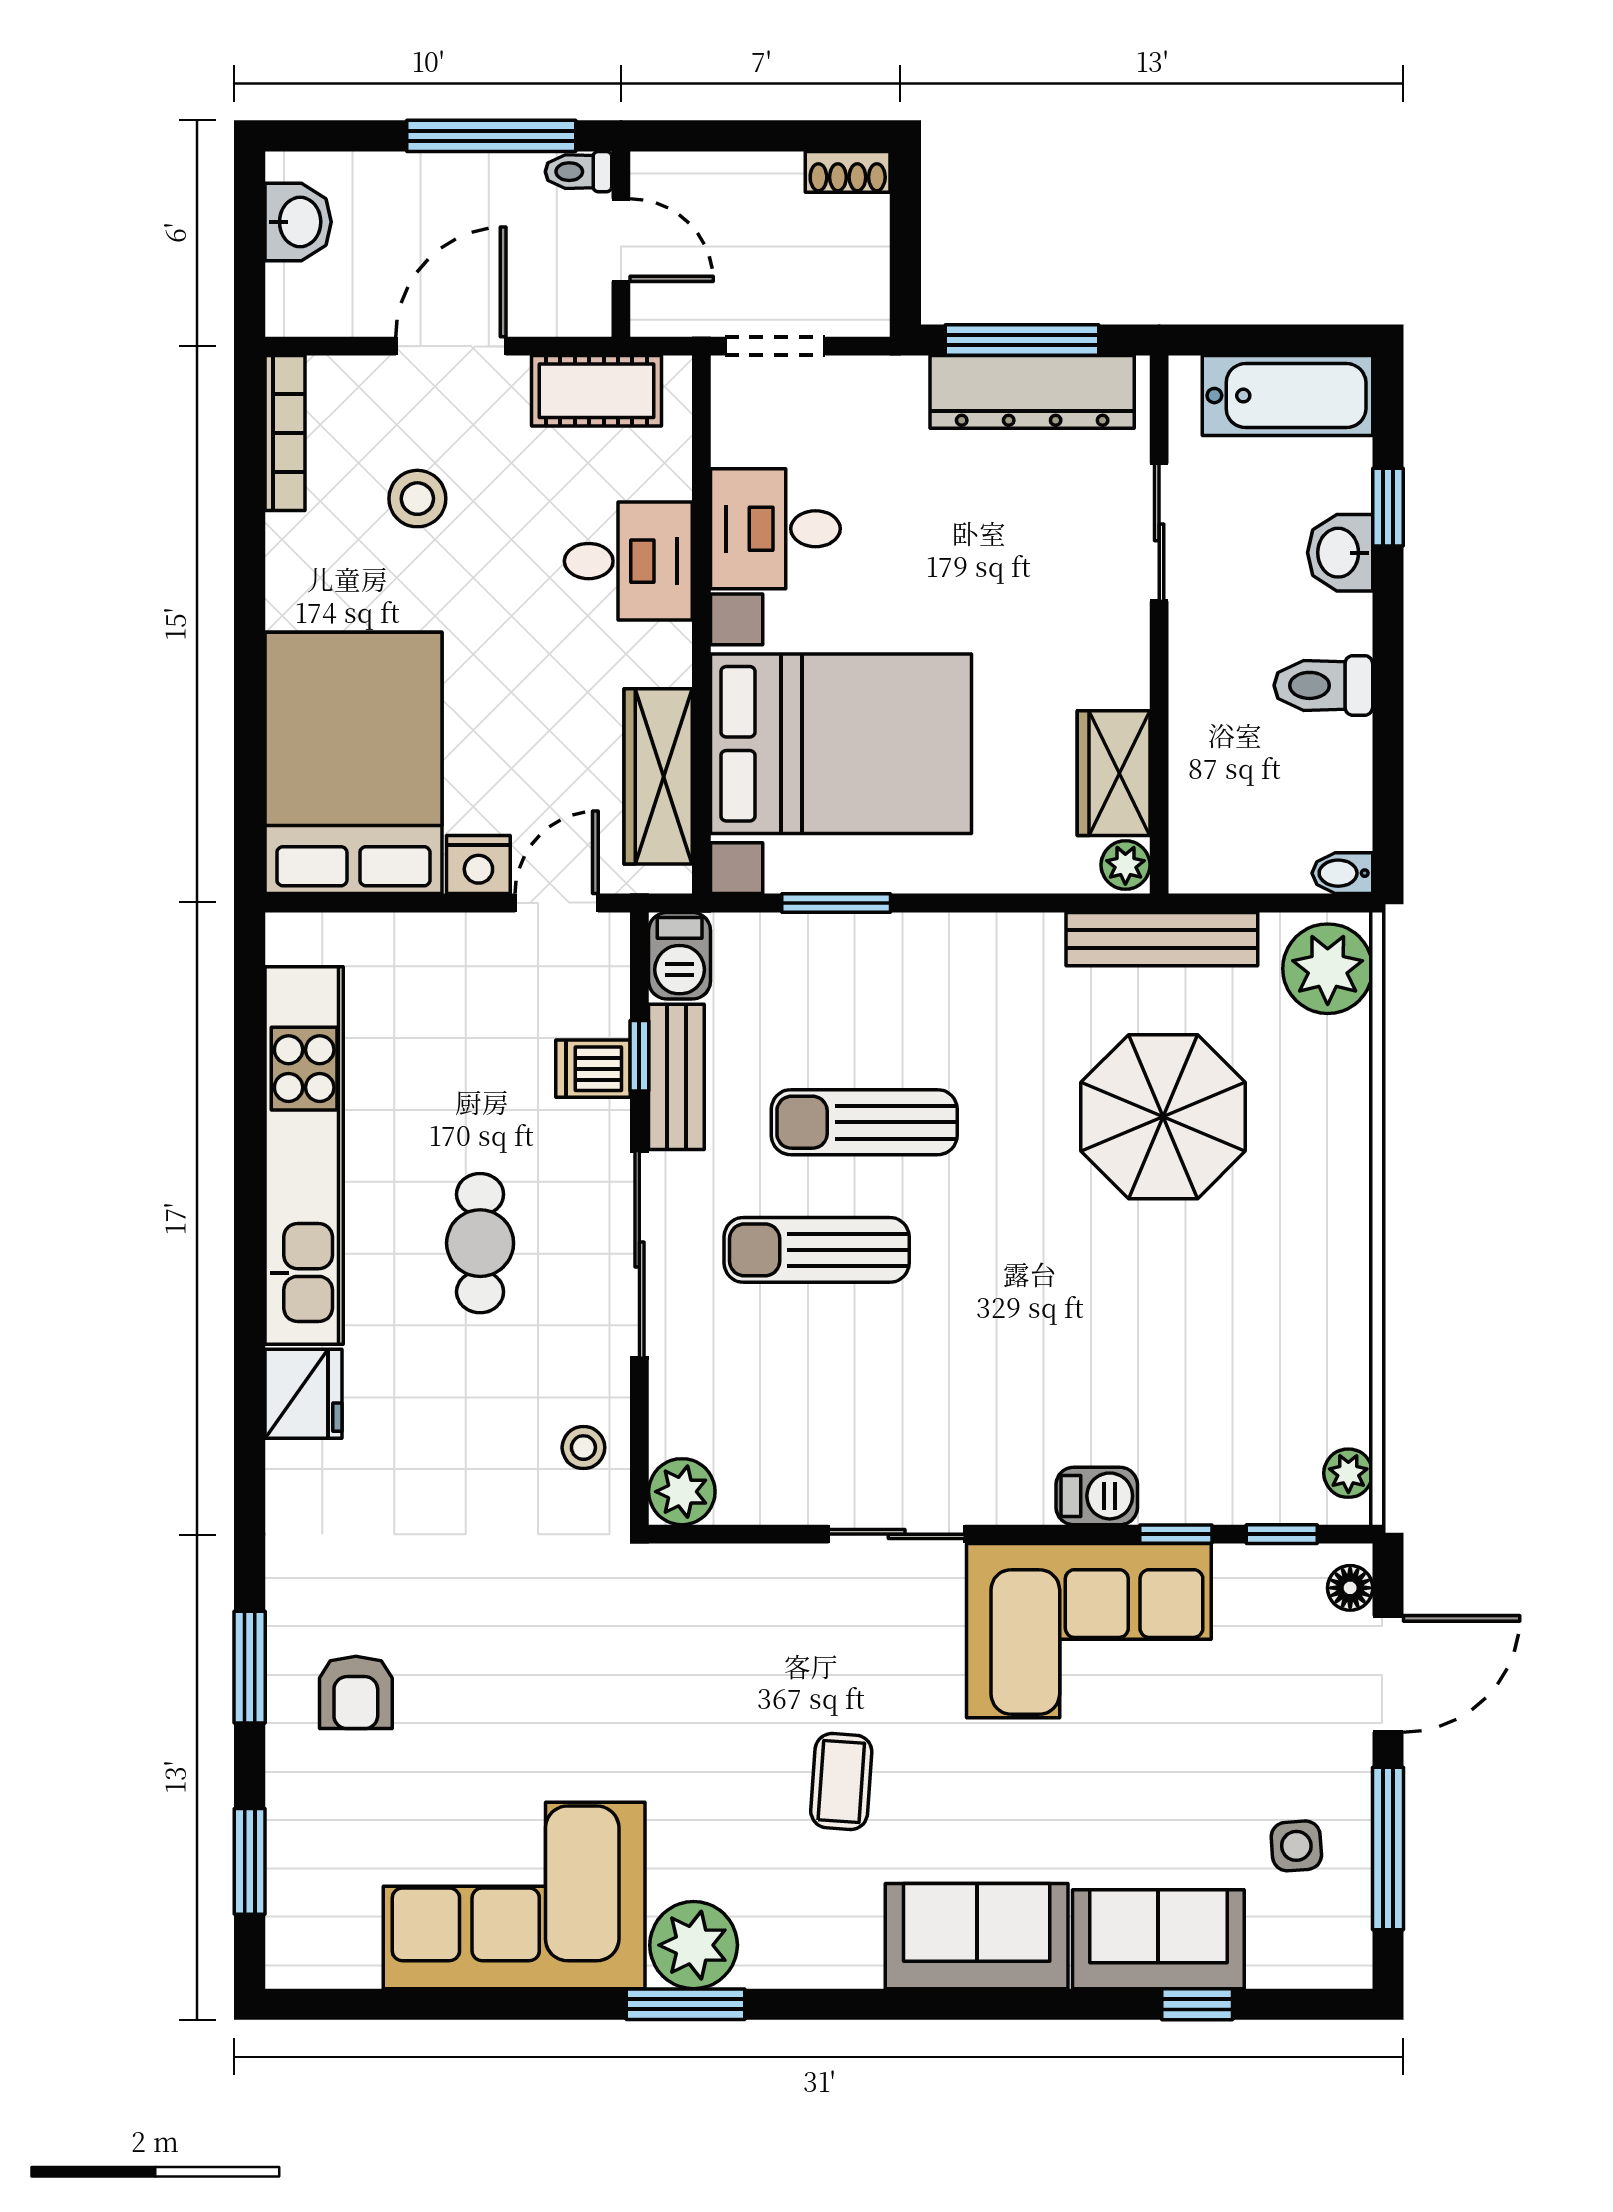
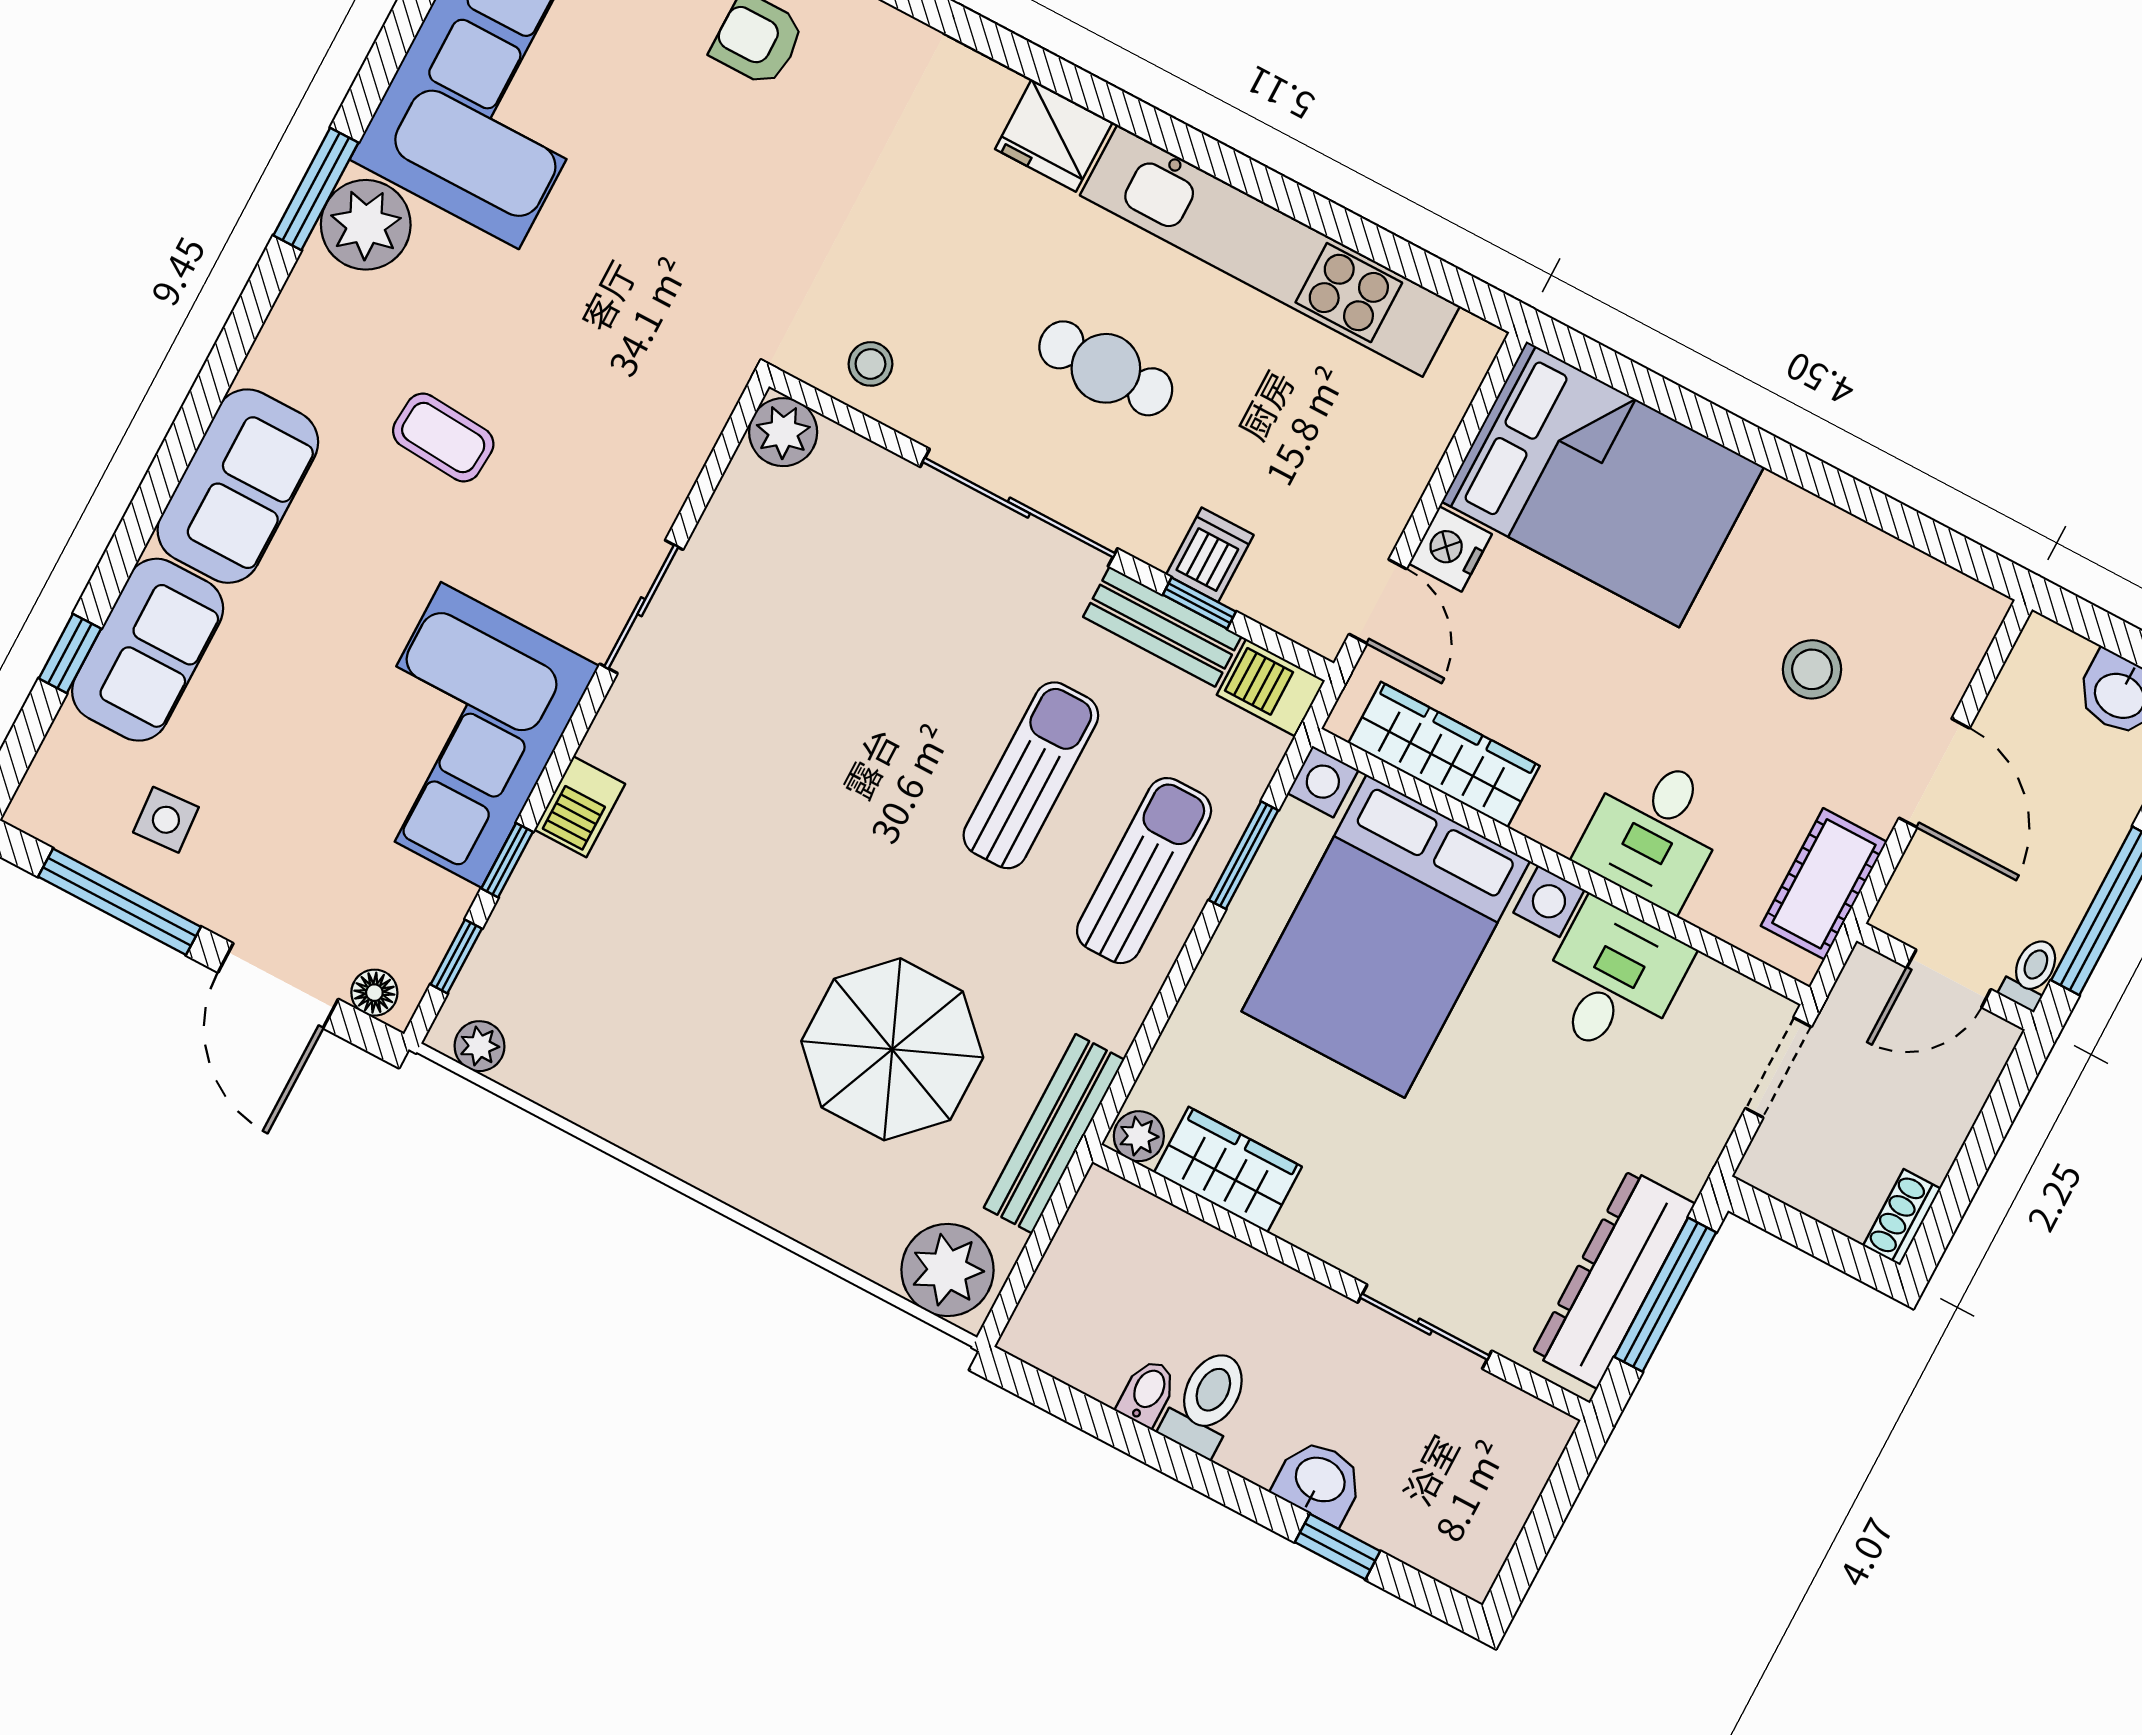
bathtub: (1288, 396) -> (1487, 1509), removed
bookcase: (285, 433) -> (1935, 581), removed
bidet: (1342, 873) -> (1147, 1393), moved
sun lounger: (817, 1250) -> (1144, 871), moved

